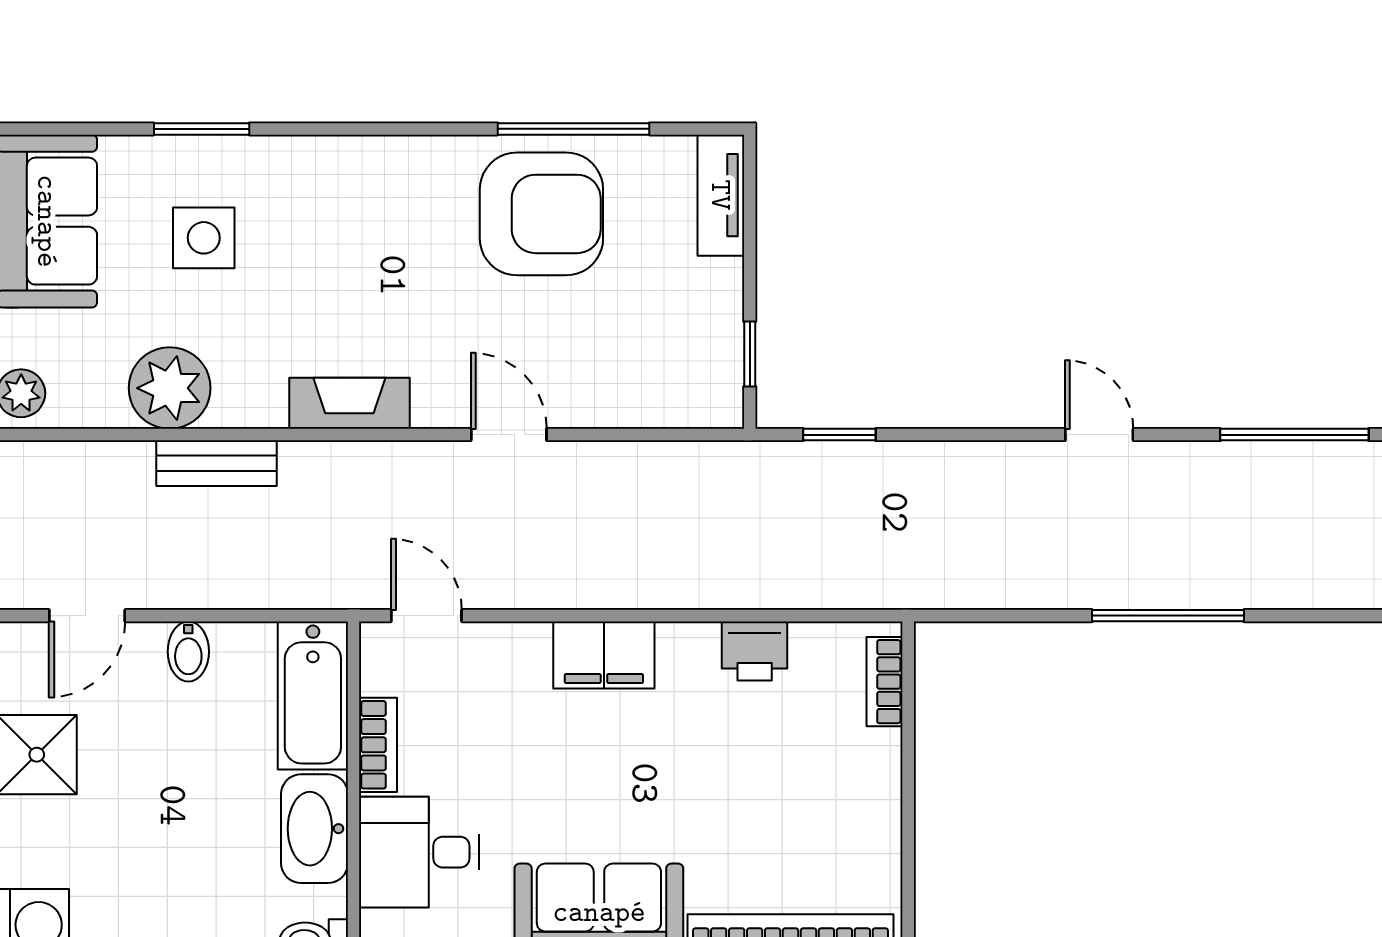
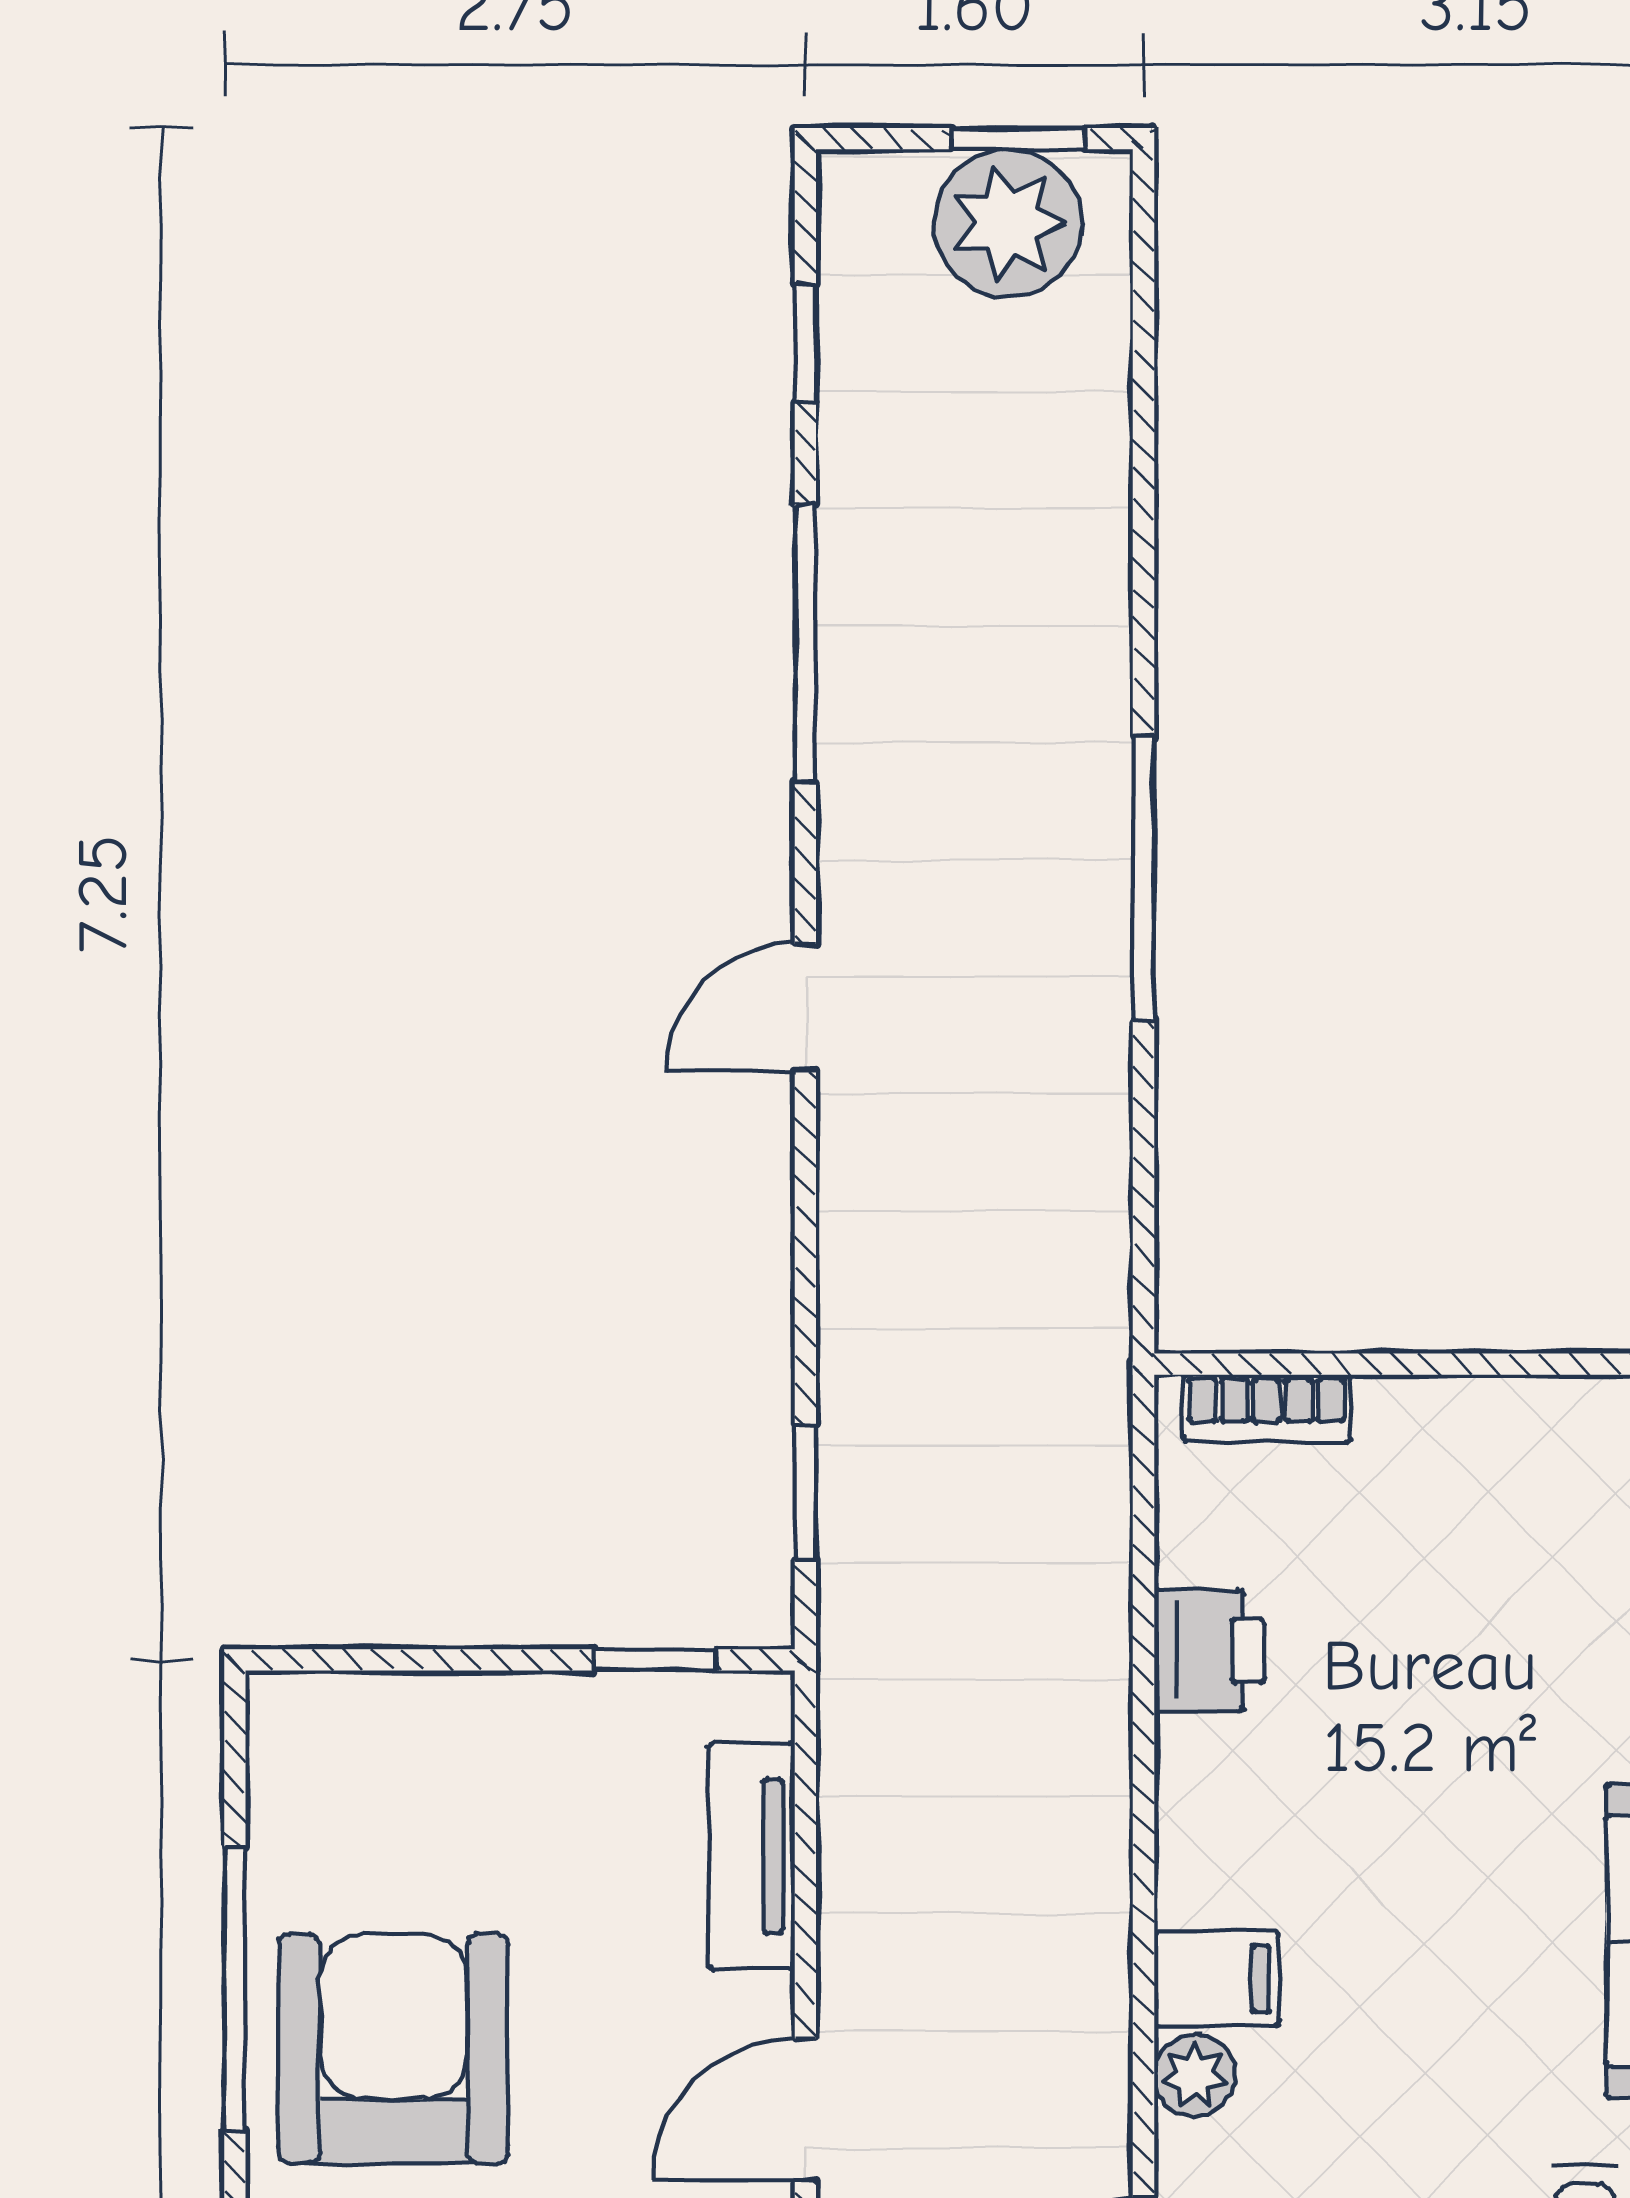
tv unit: (721, 195) -> (752, 1856), moved, turned 90
plant: (527, 643) -> (1195, 2075), added
filing cabinet: (604, 655) -> (1217, 1979), width x0.50

